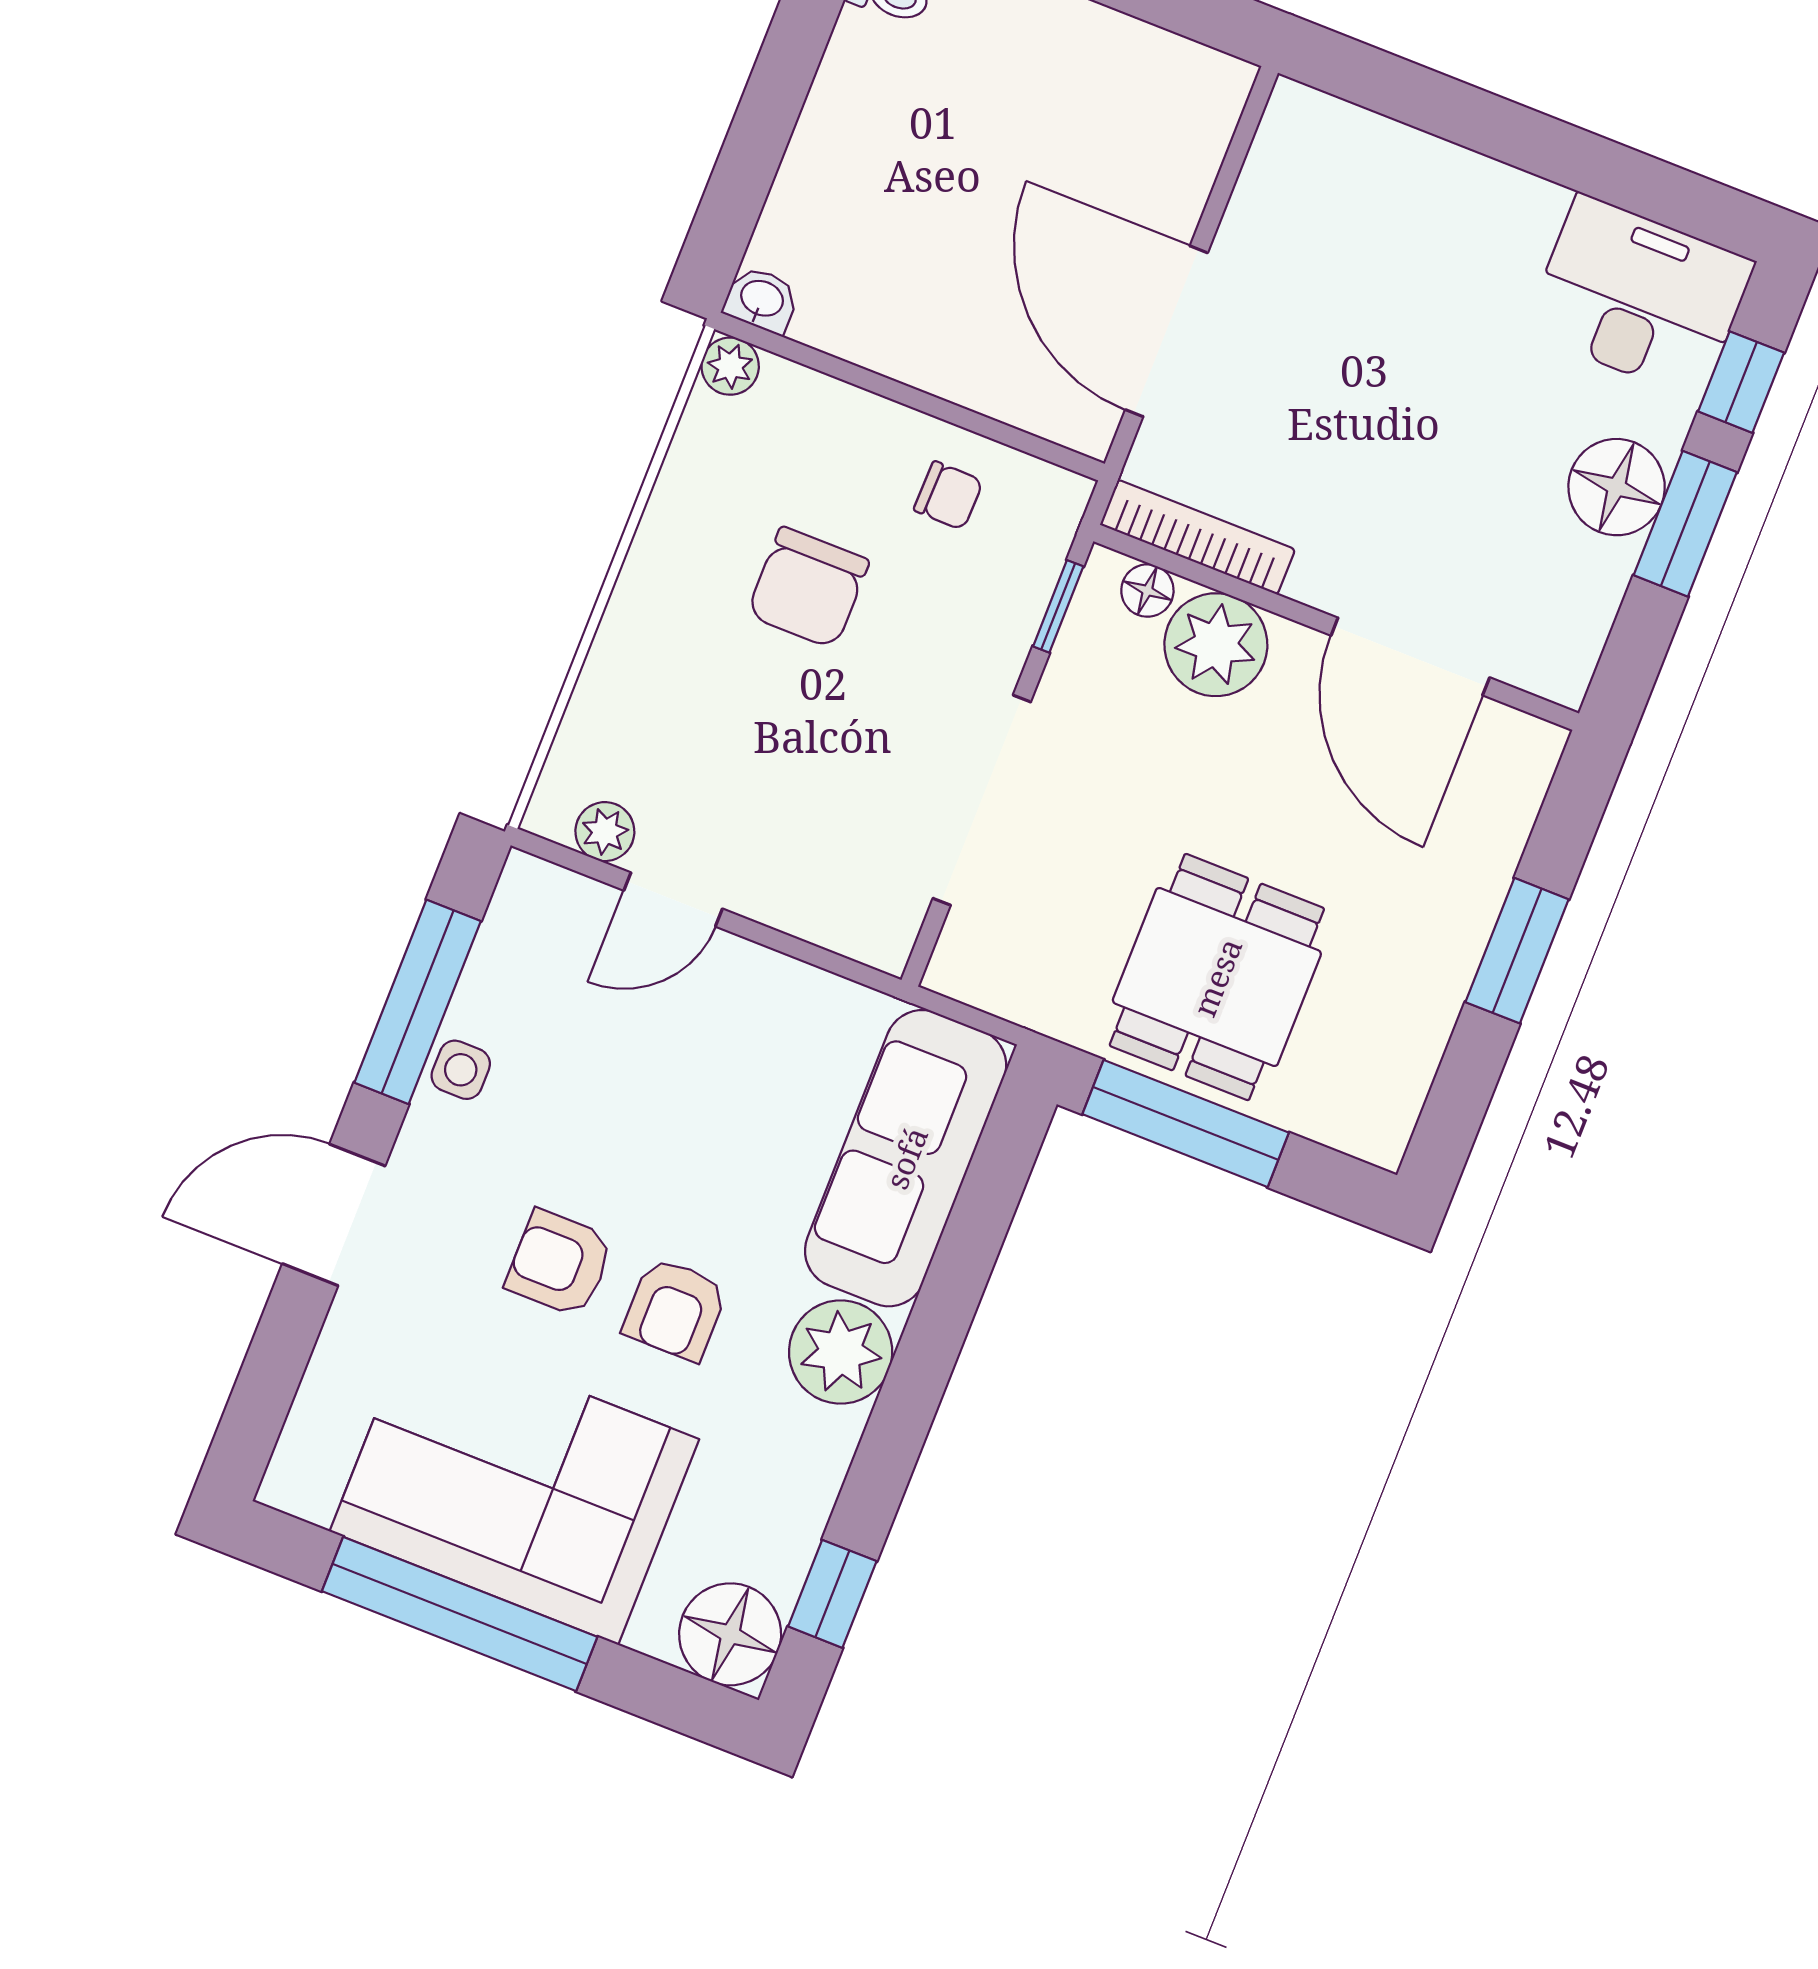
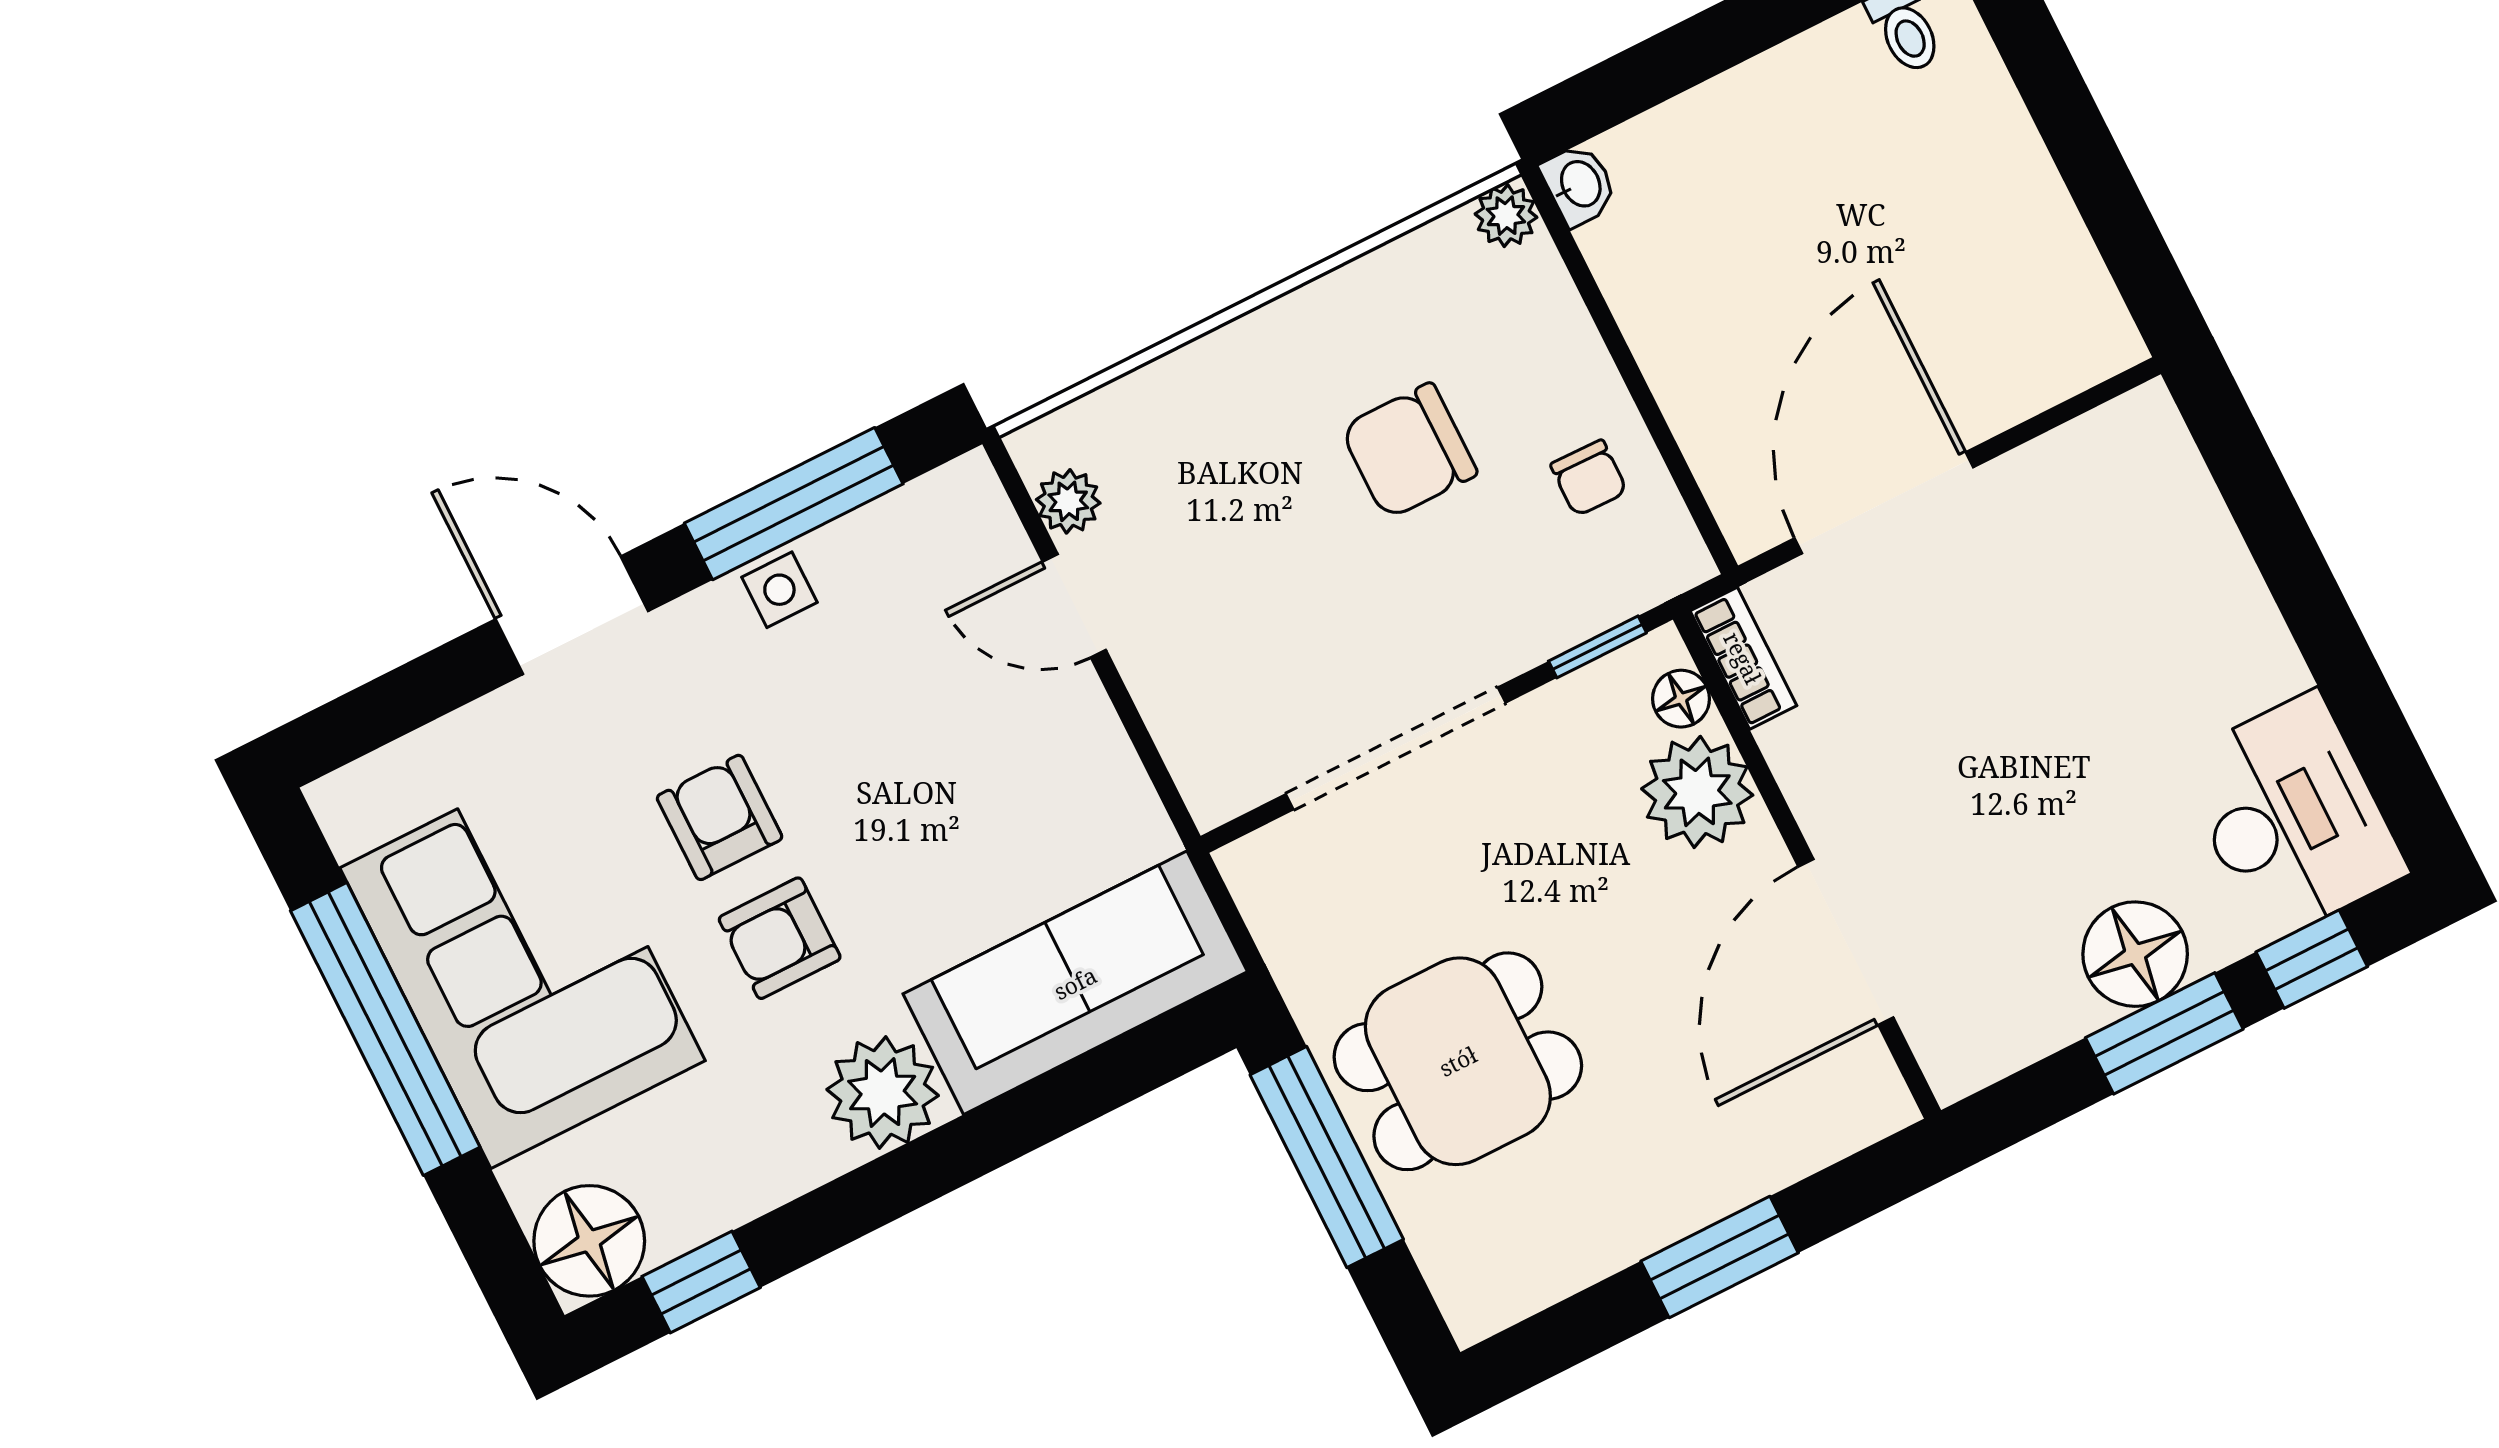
bookcase: (1198, 537) -> (1743, 658), width x0.64

